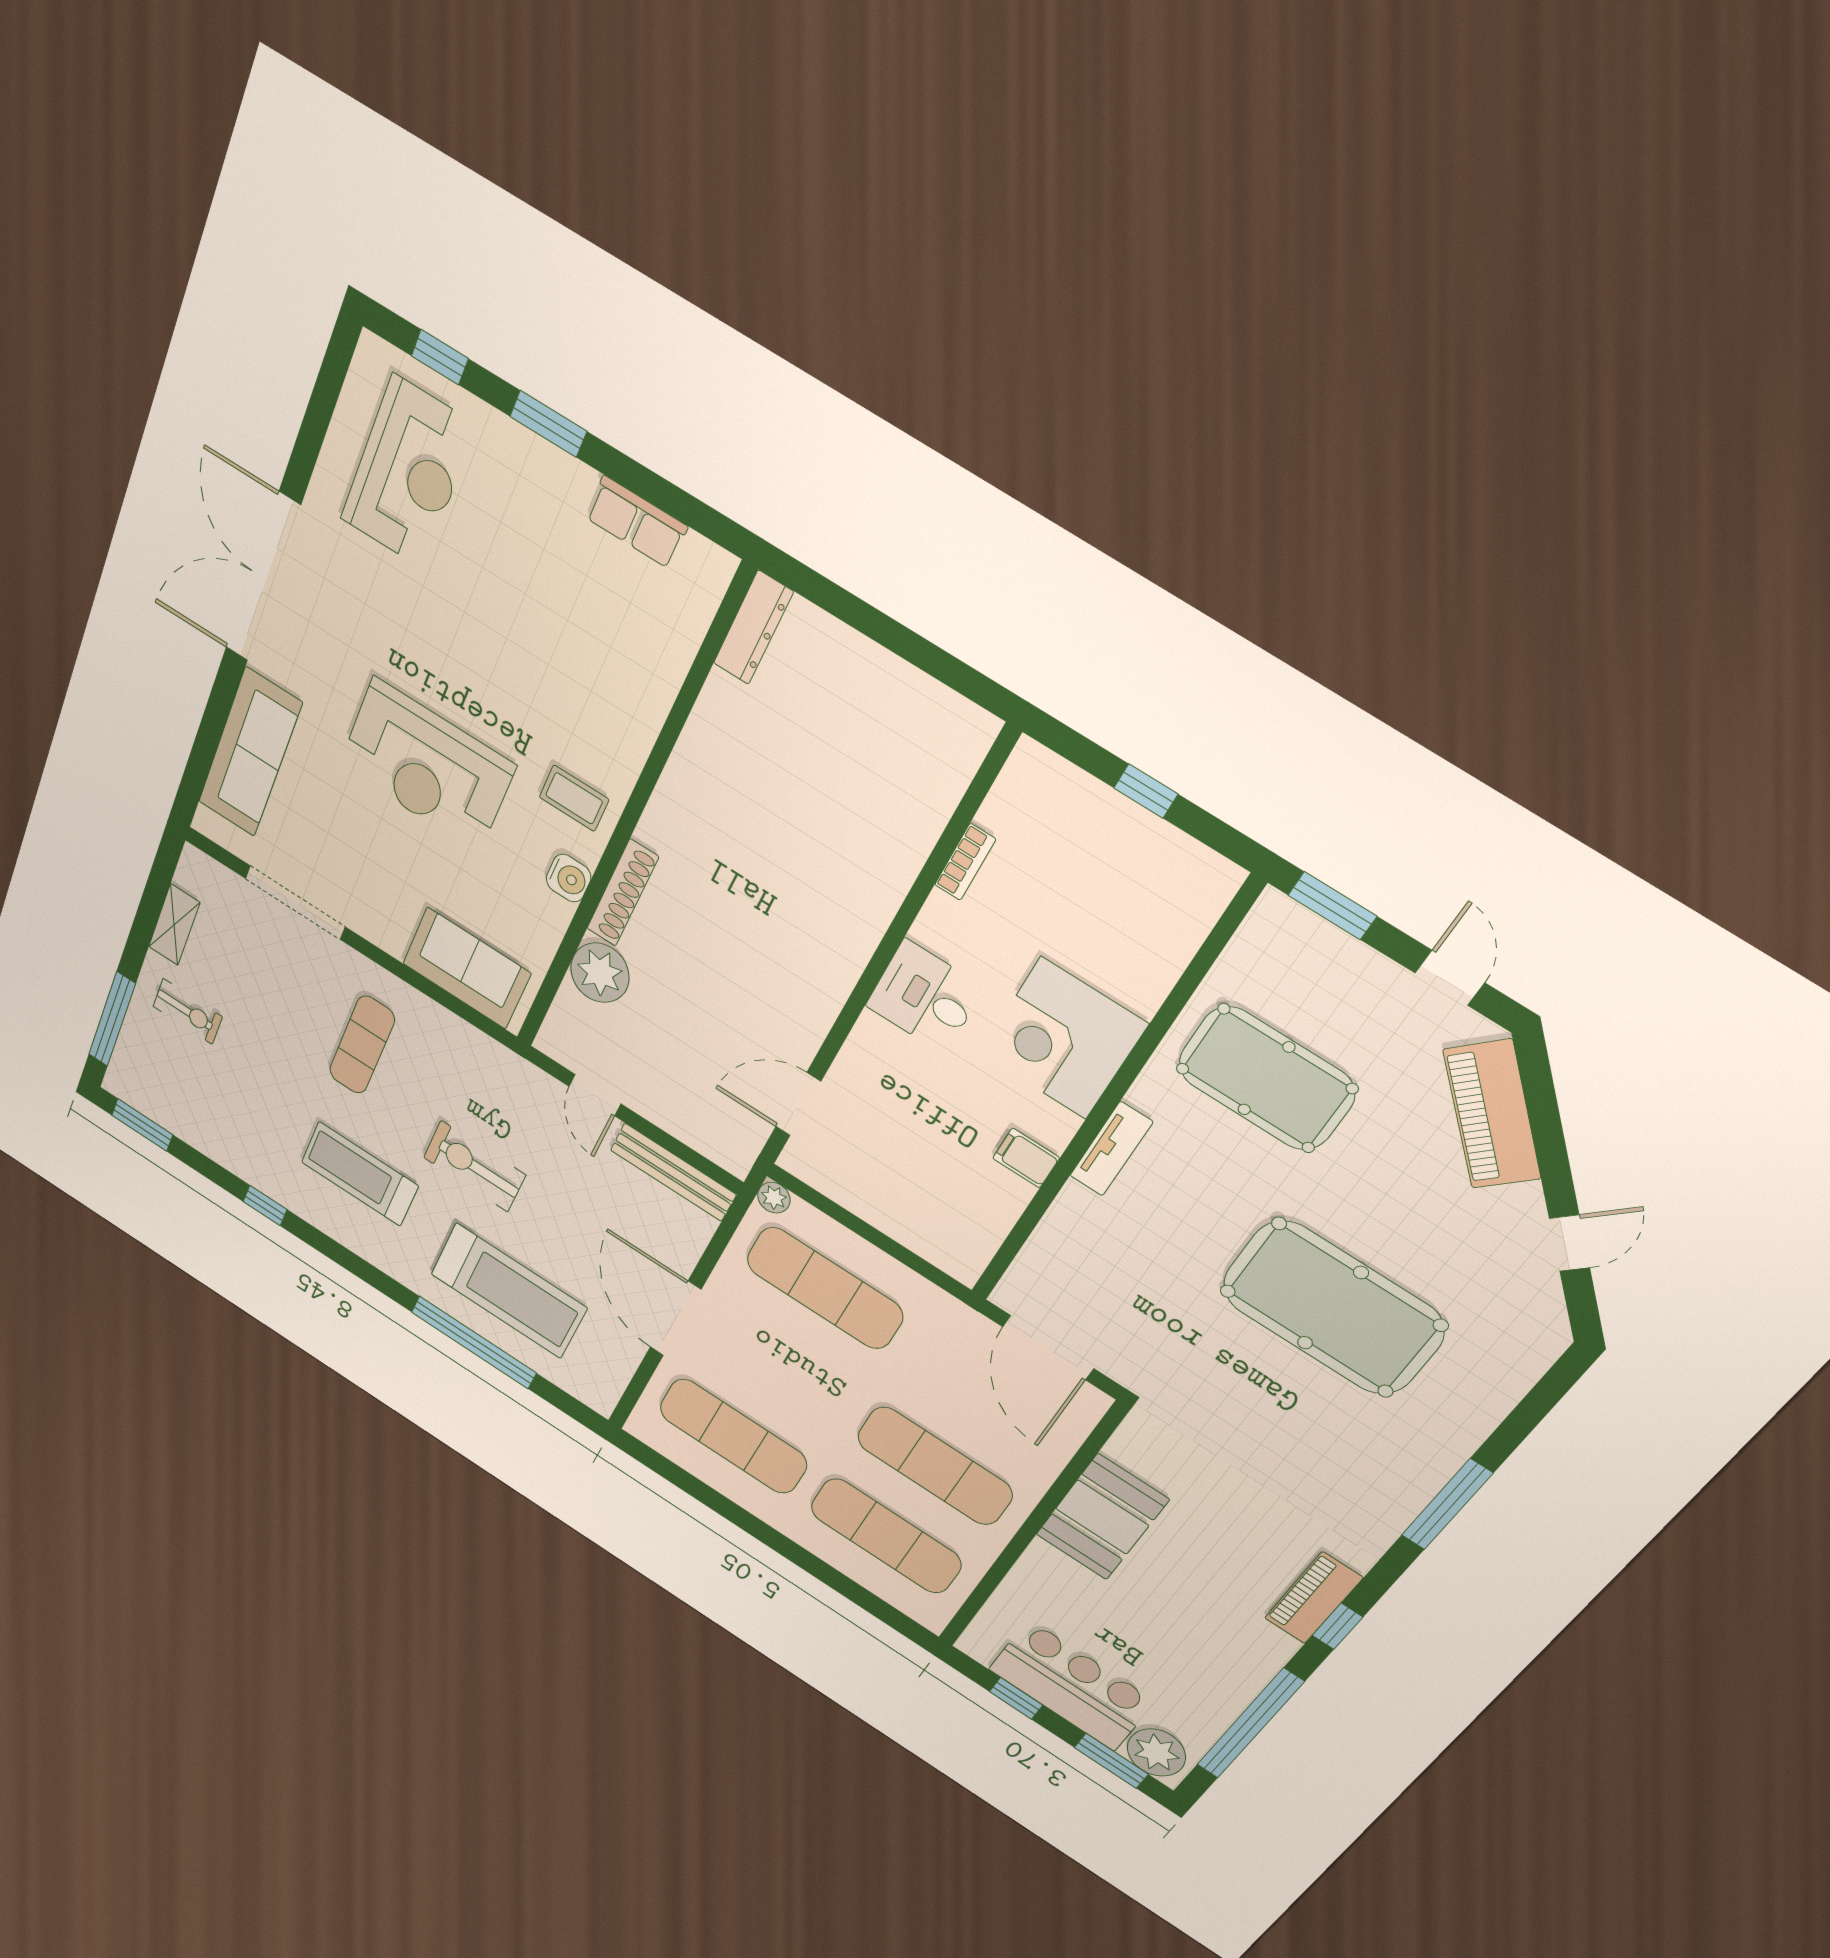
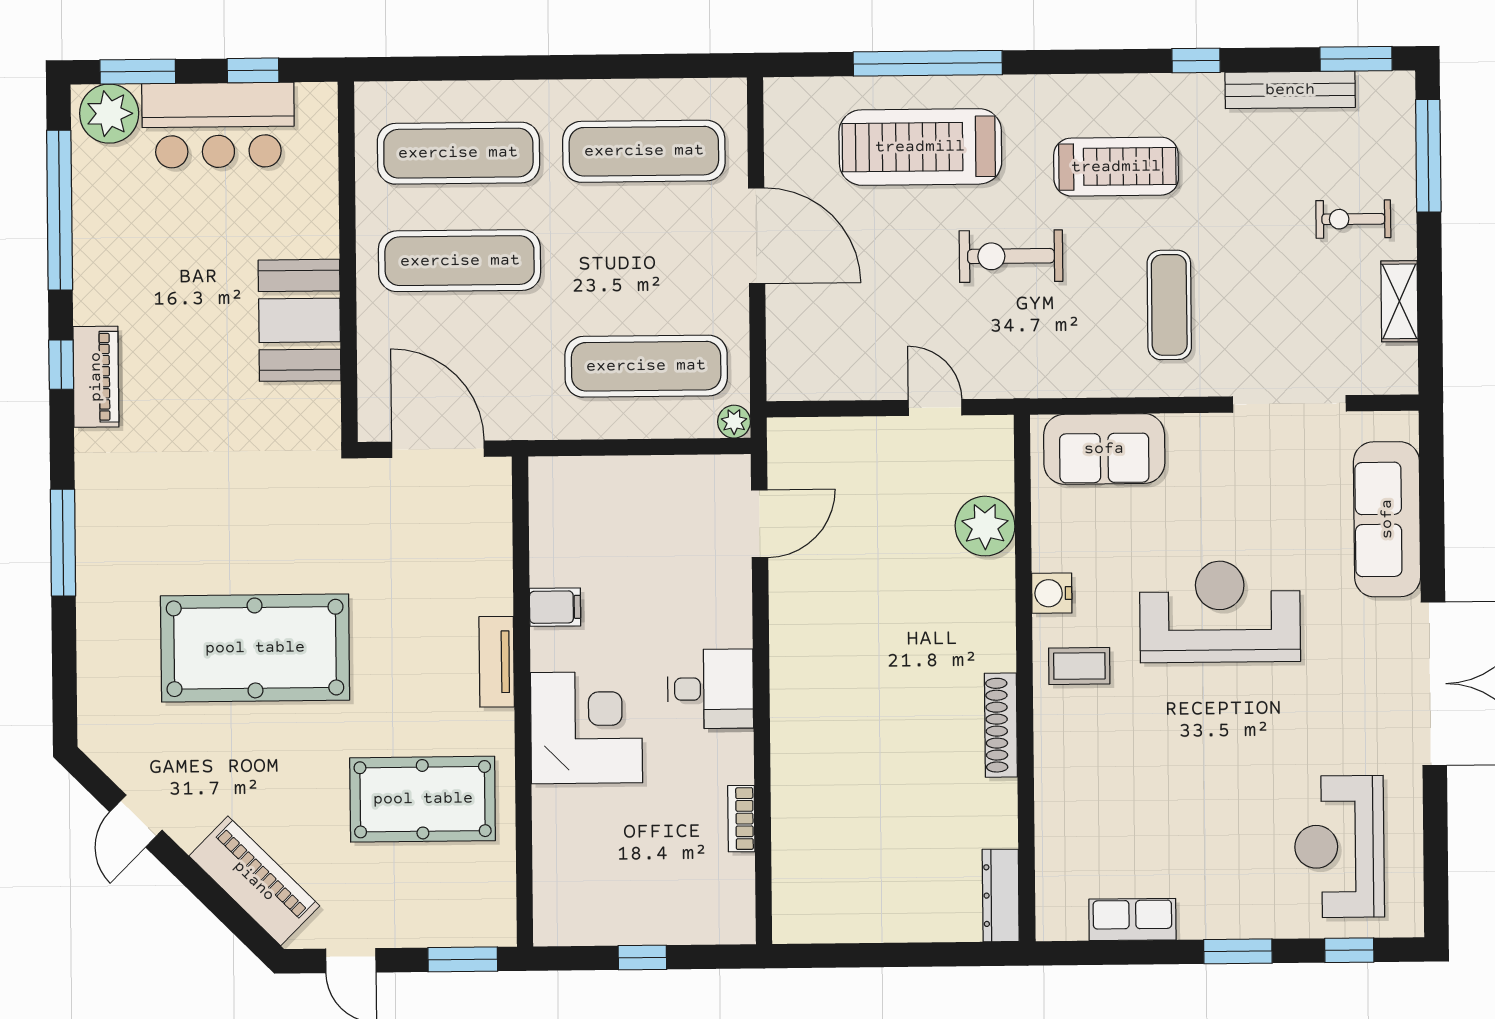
shoe rack: (623, 893) -> (1001, 725), moved
exercise bike: (474, 1166) -> (1011, 256), turned 180
bench: (673, 1172) -> (1290, 90), moved

